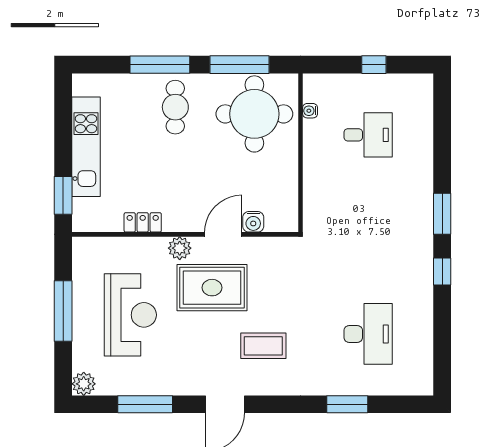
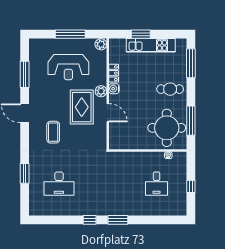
window: (160, 65) -> (191, 63), moved
window: (63, 195) -> (141, 34), moved
water cooler: (253, 222) -> (114, 89), moved
plant: (84, 384) -> (101, 44), moved

